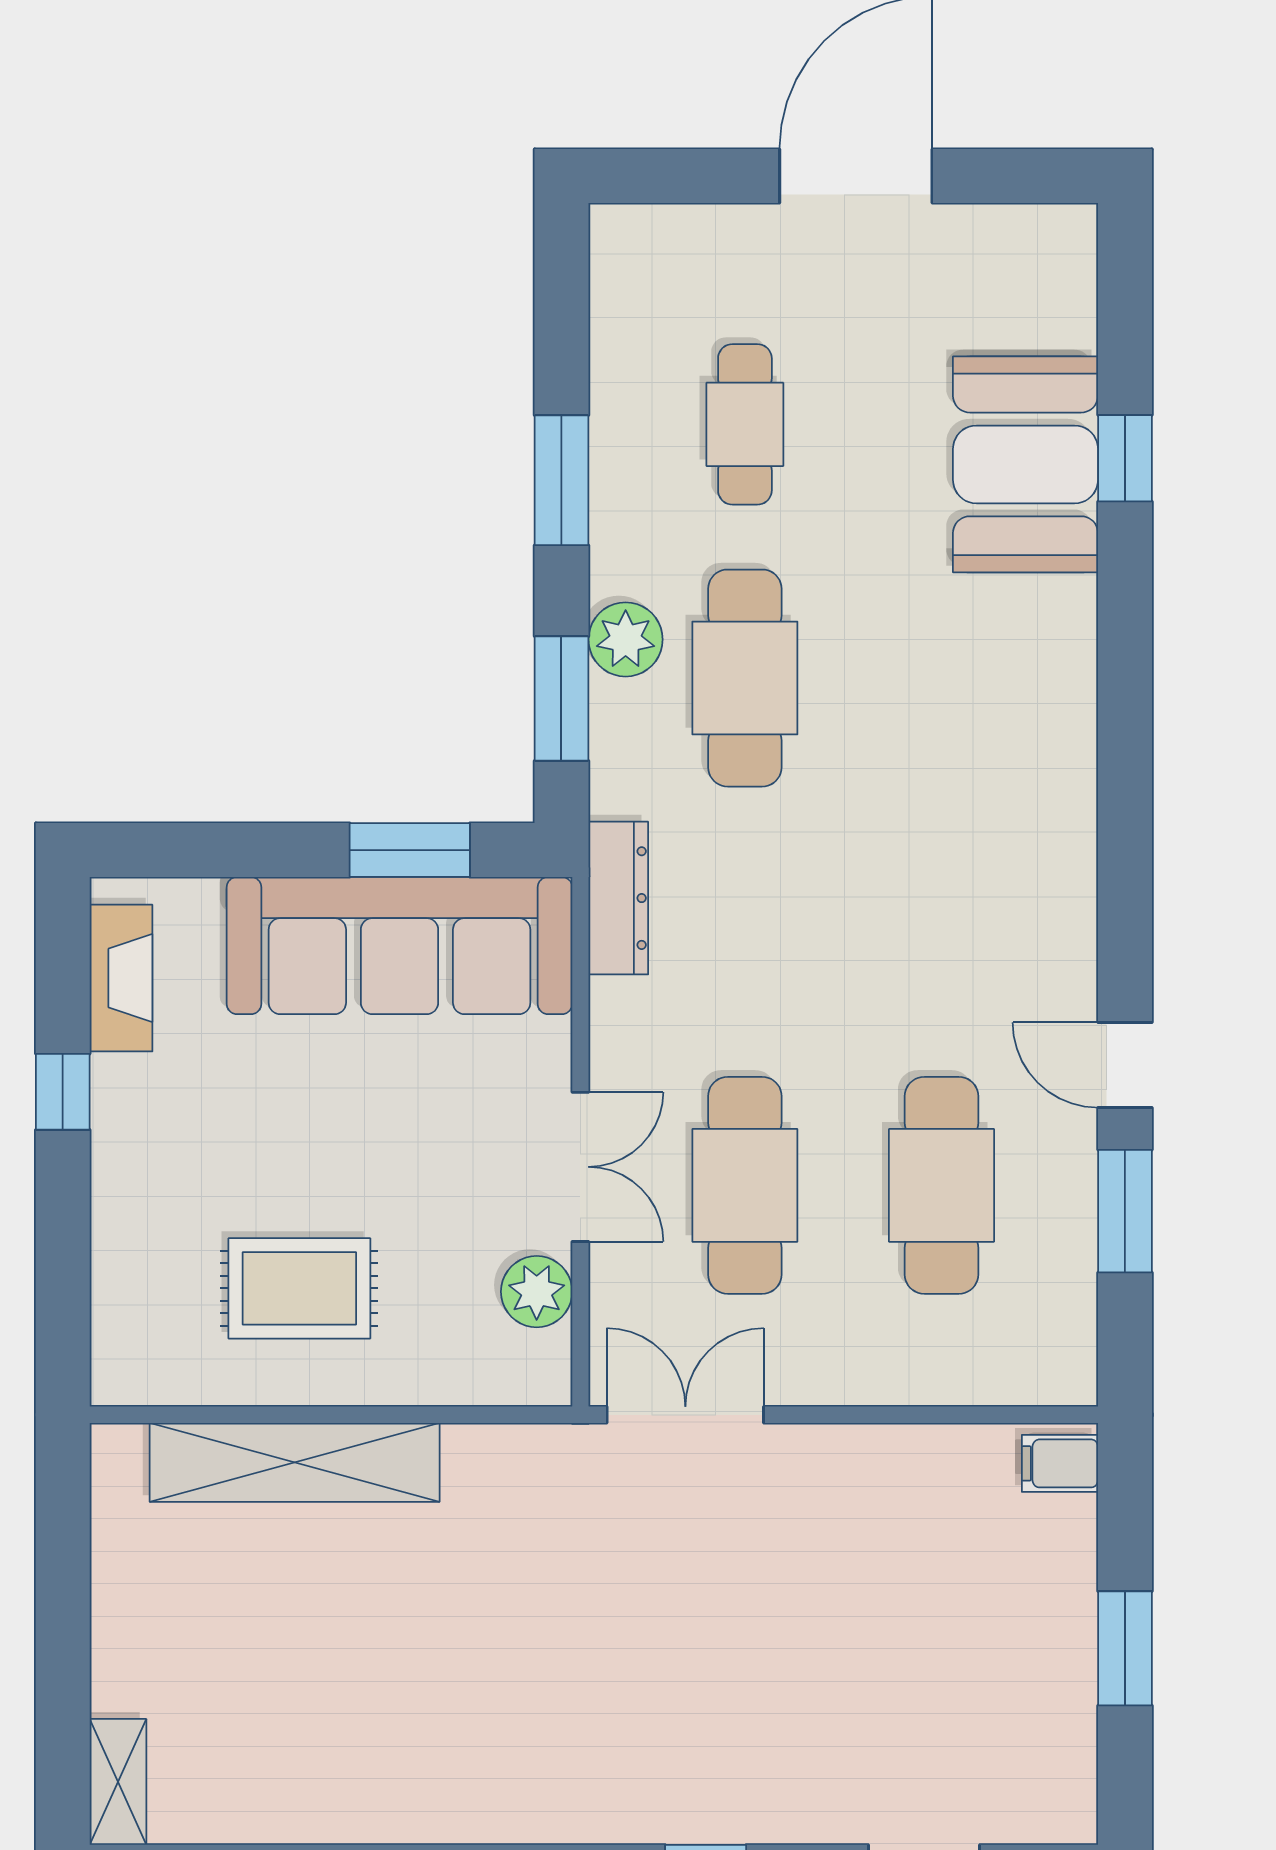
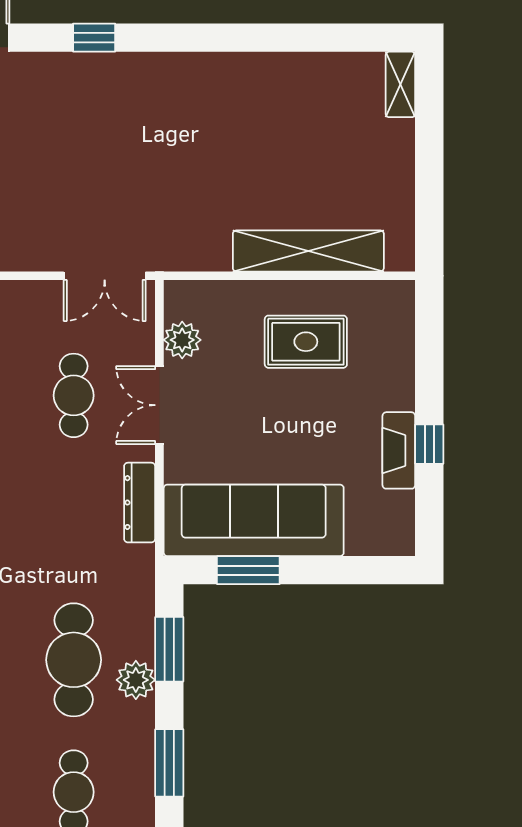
dresser: (618, 898) -> (140, 503), moved
fireplace: (121, 978) -> (399, 450), moved
cafe table: (745, 1185) -> (74, 395), width x0.73, depth x0.74

